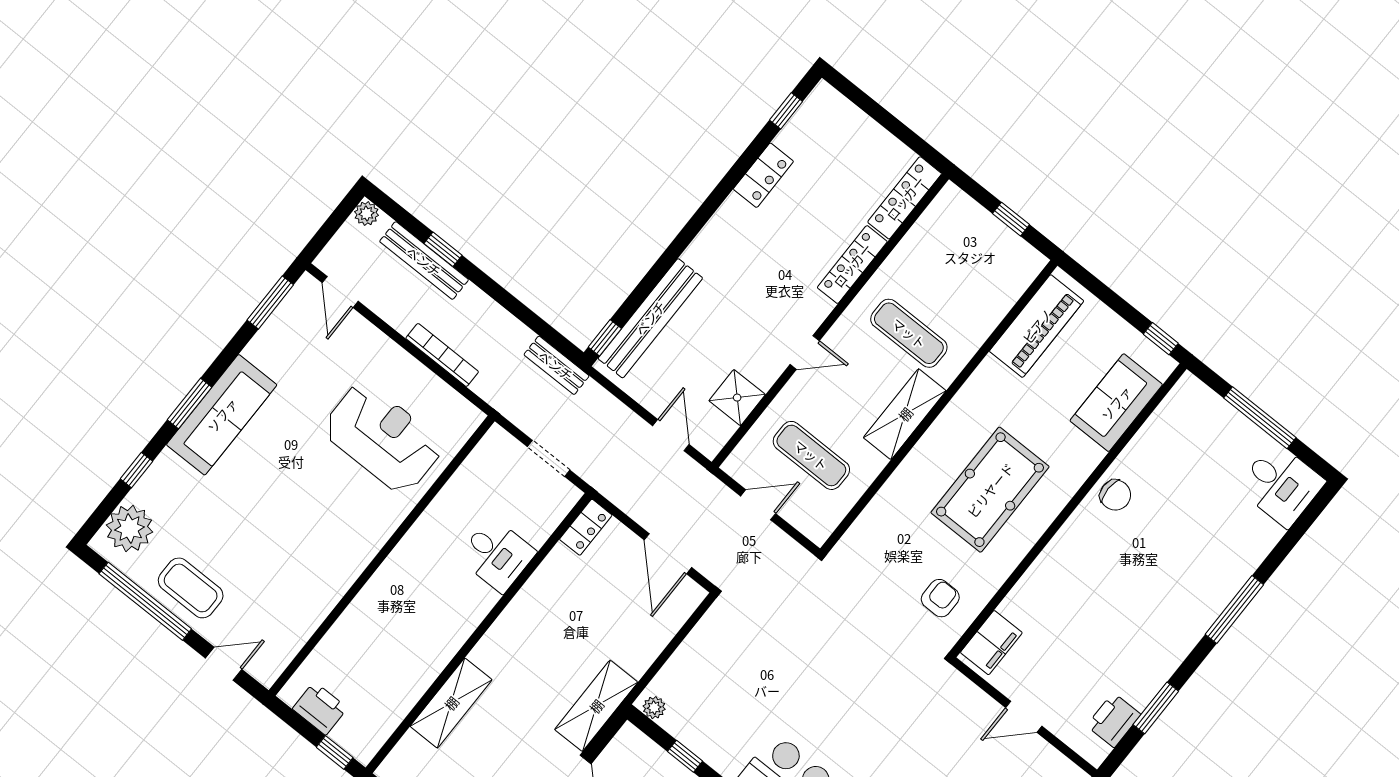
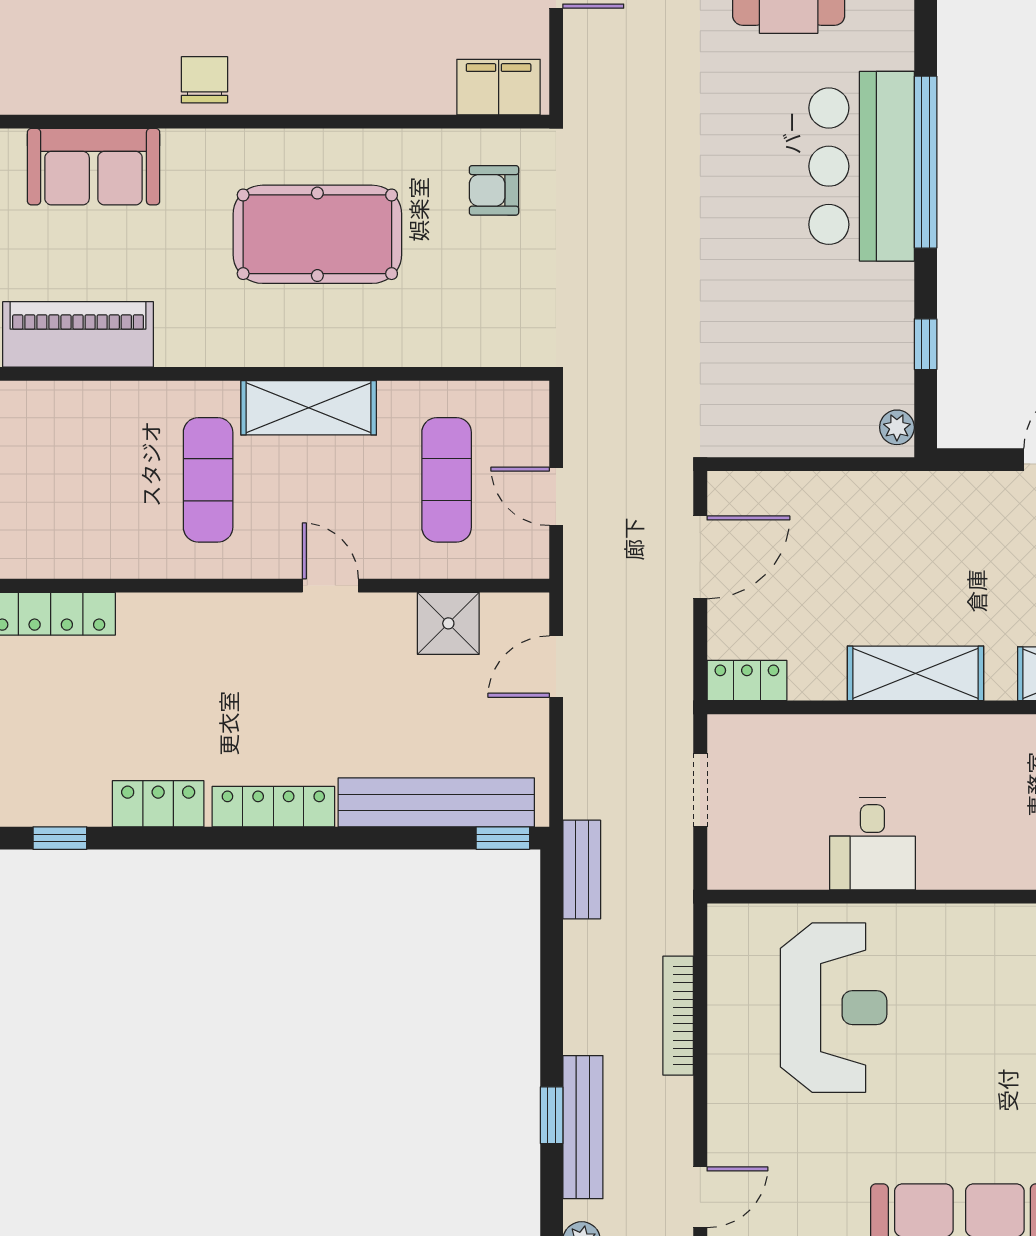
locker: (852, 265) -> (273, 807), moved, turned 180
reception desk: (383, 438) -> (834, 1008), turned 180
desk: (497, 555) -> (872, 844), moved, turned 180
shelving: (596, 706) -> (916, 673), moved

